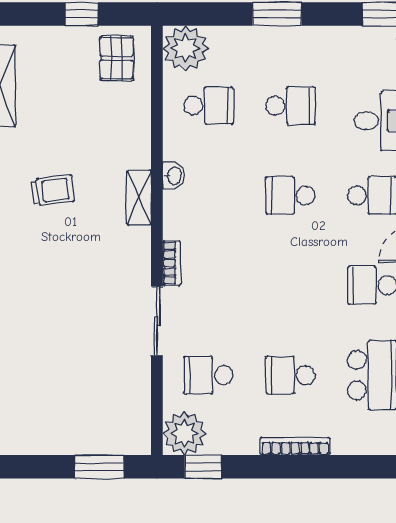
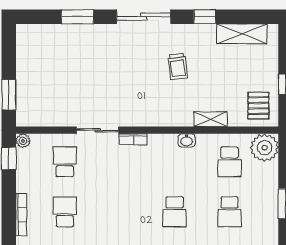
pallet: (117, 58) -> (258, 106), turned 90
school desk: (290, 195) -> (175, 212), turned 180
shelving: (139, 198) -> (210, 119), moved
plant: (184, 433) -> (23, 141), width x0.53, depth x0.53

